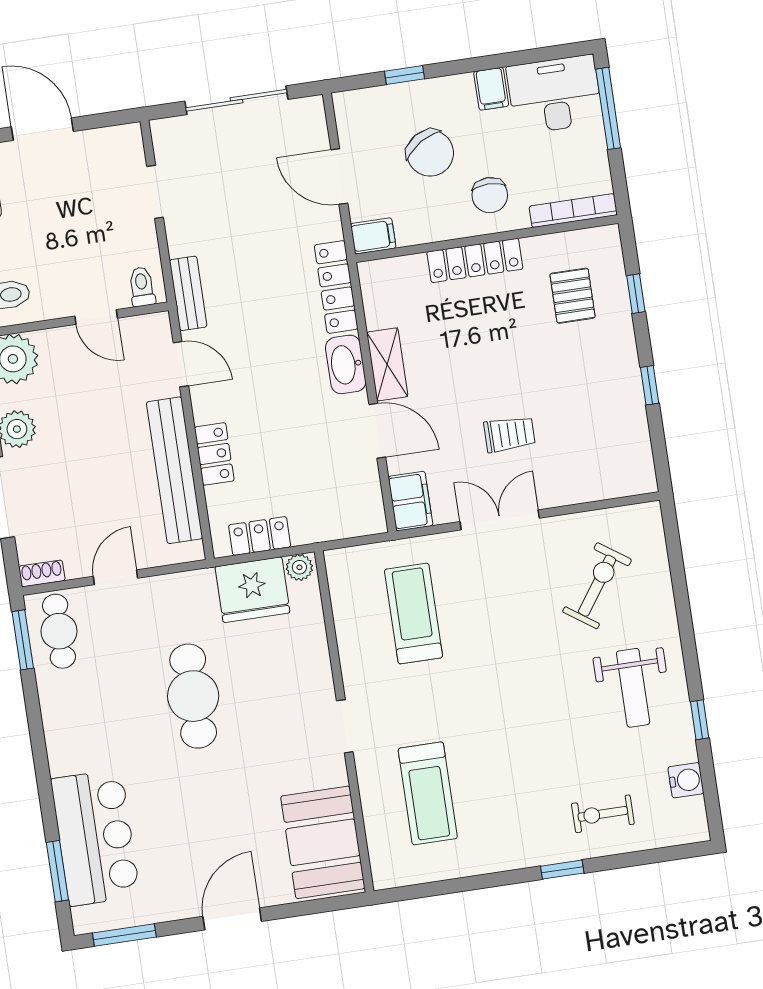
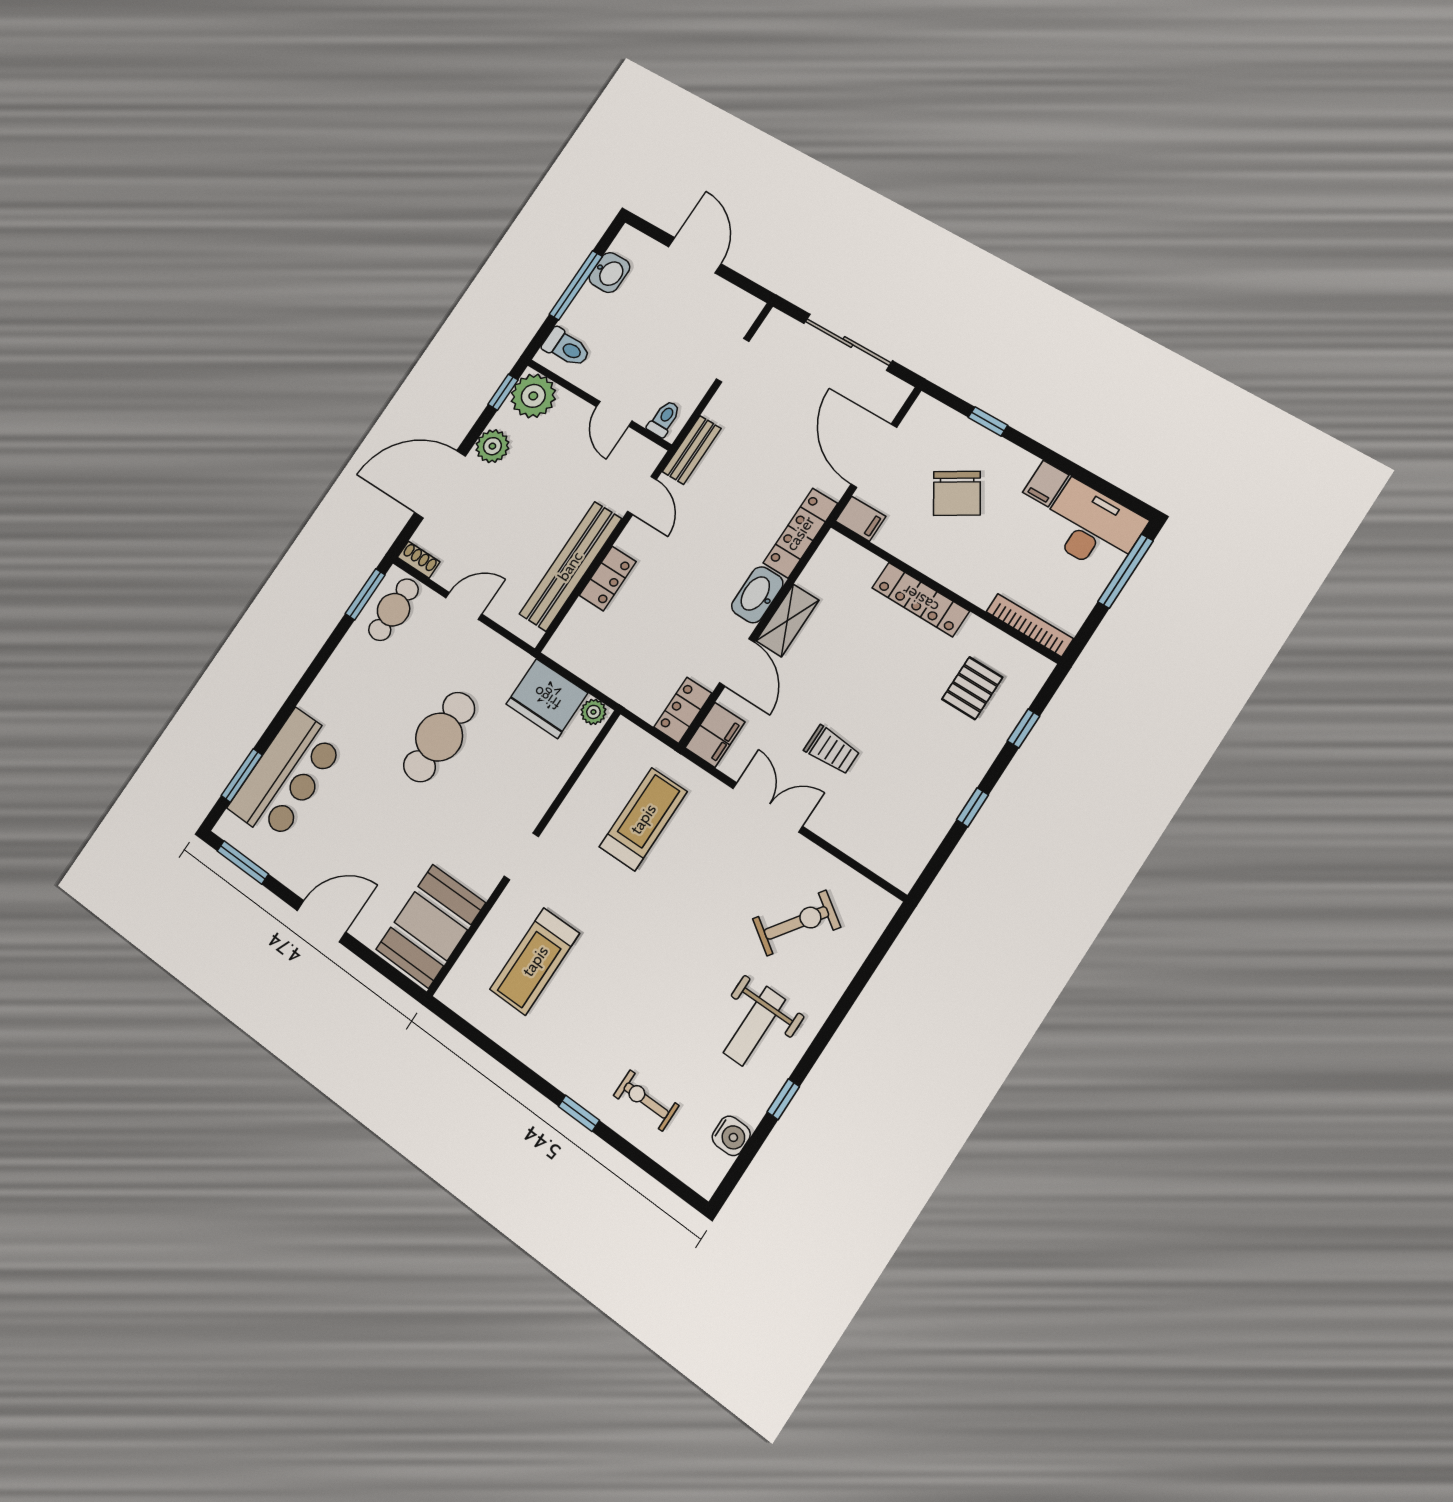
door: (339, 176) -> (874, 456), width x1.36
chair: (490, 195) -> (975, 561), removed
locker: (260, 536) -> (683, 710), moved, turned -90

